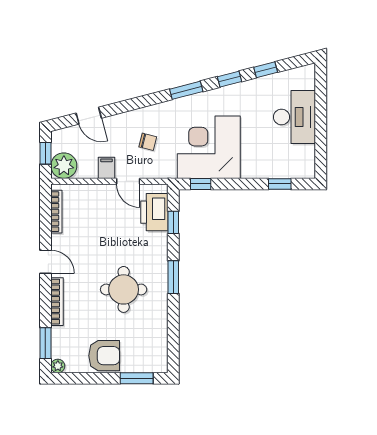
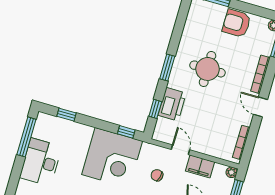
window: (321, 143) -> (26, 137), added
plant: (64, 166) -> (232, 172), width x0.53, depth x0.53
filing cabinet: (106, 168) -> (200, 166), width x2.00
printer: (154, 212) -> (172, 104), moved

